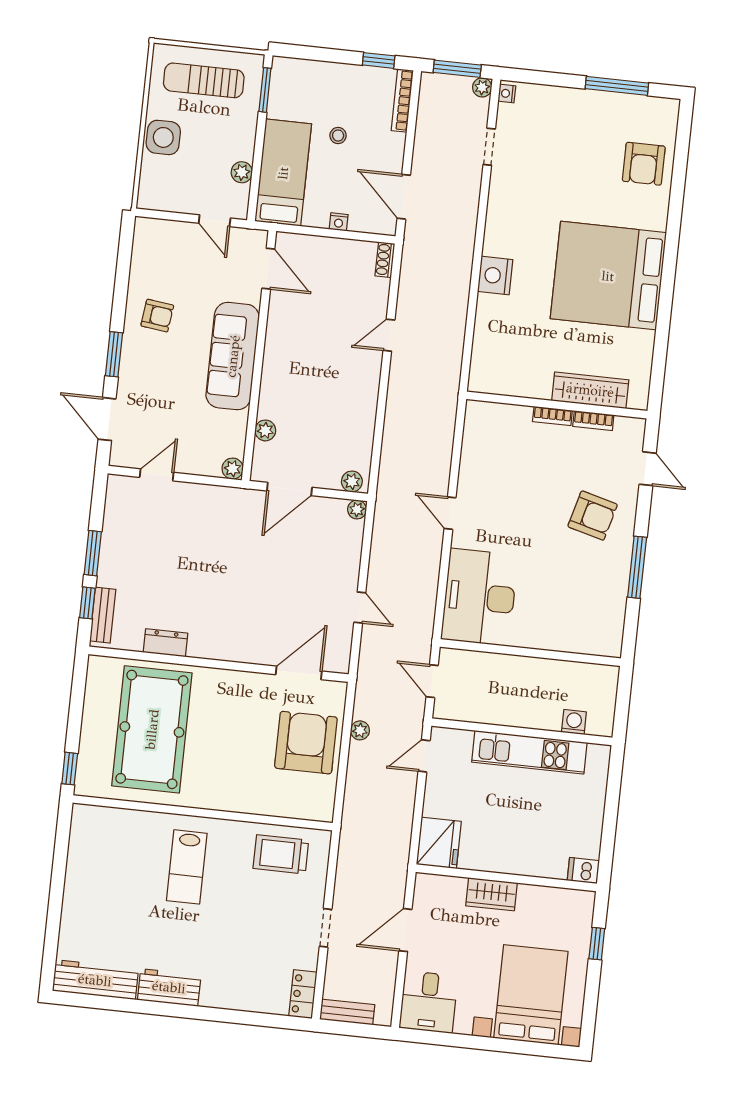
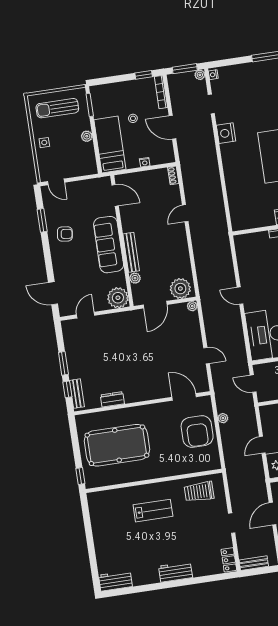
side table: (163, 137) -> (44, 143), width x0.54, depth x0.54
plant: (242, 172) -> (87, 136), moved
door: (404, 197) -> (172, 127), moved
door: (215, 221) -> (56, 182), moved
nightstand: (495, 275) -> (226, 133), moved
window: (114, 354) -> (42, 220), moved
bench: (271, 381) -> (131, 252), added
plant: (233, 469) -> (118, 298), width x1.88, depth x1.88
plant: (352, 481) -> (180, 289), width x1.88, depth x1.88
door: (299, 673) -> (184, 397), hinge flipped
pool table: (152, 729) -> (117, 445), turned 90
armchair: (306, 743) -> (197, 431), turned 180
door: (424, 756) -> (262, 445), moved
lab bench: (187, 867) -> (153, 511), turned -90
workbench: (95, 980) -> (115, 581), width x0.73
workbench: (169, 987) -> (175, 572), moved

